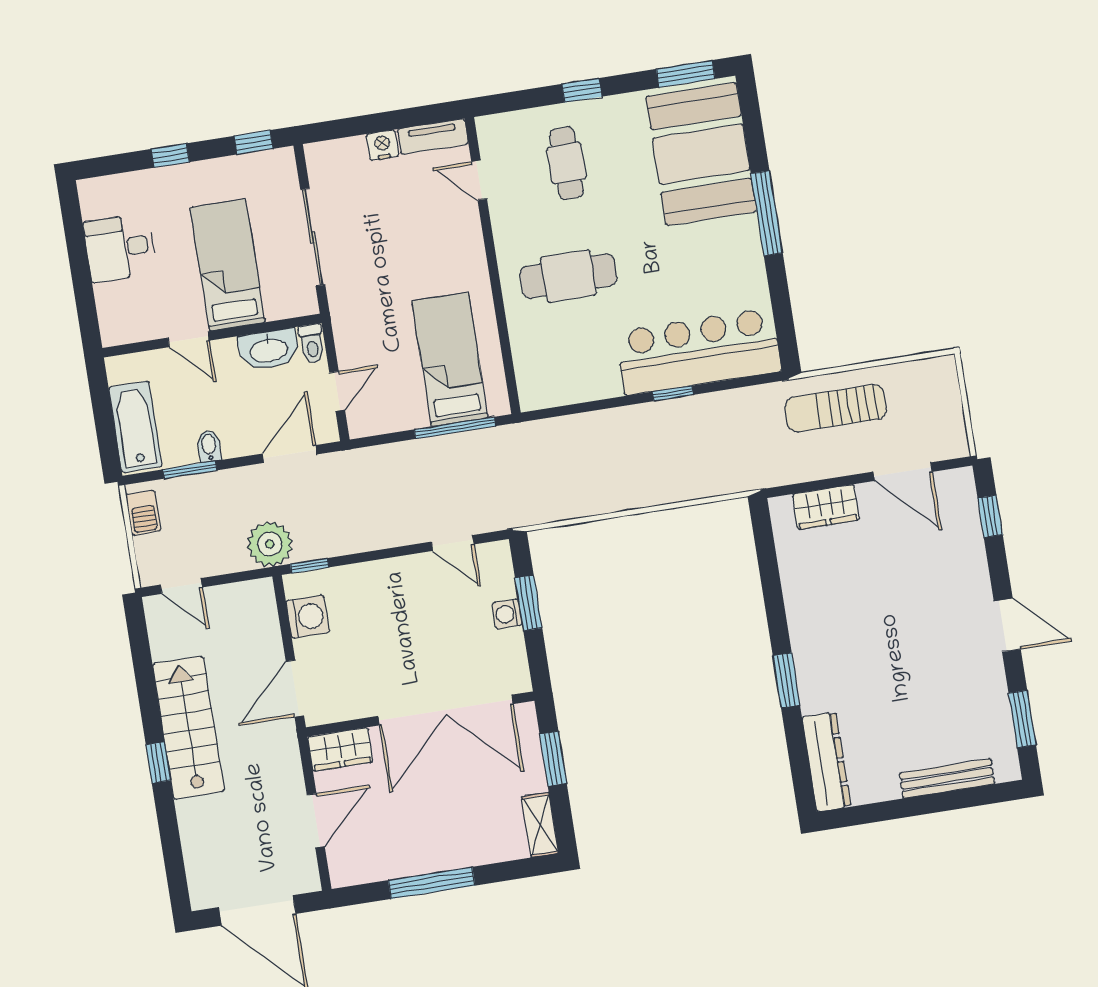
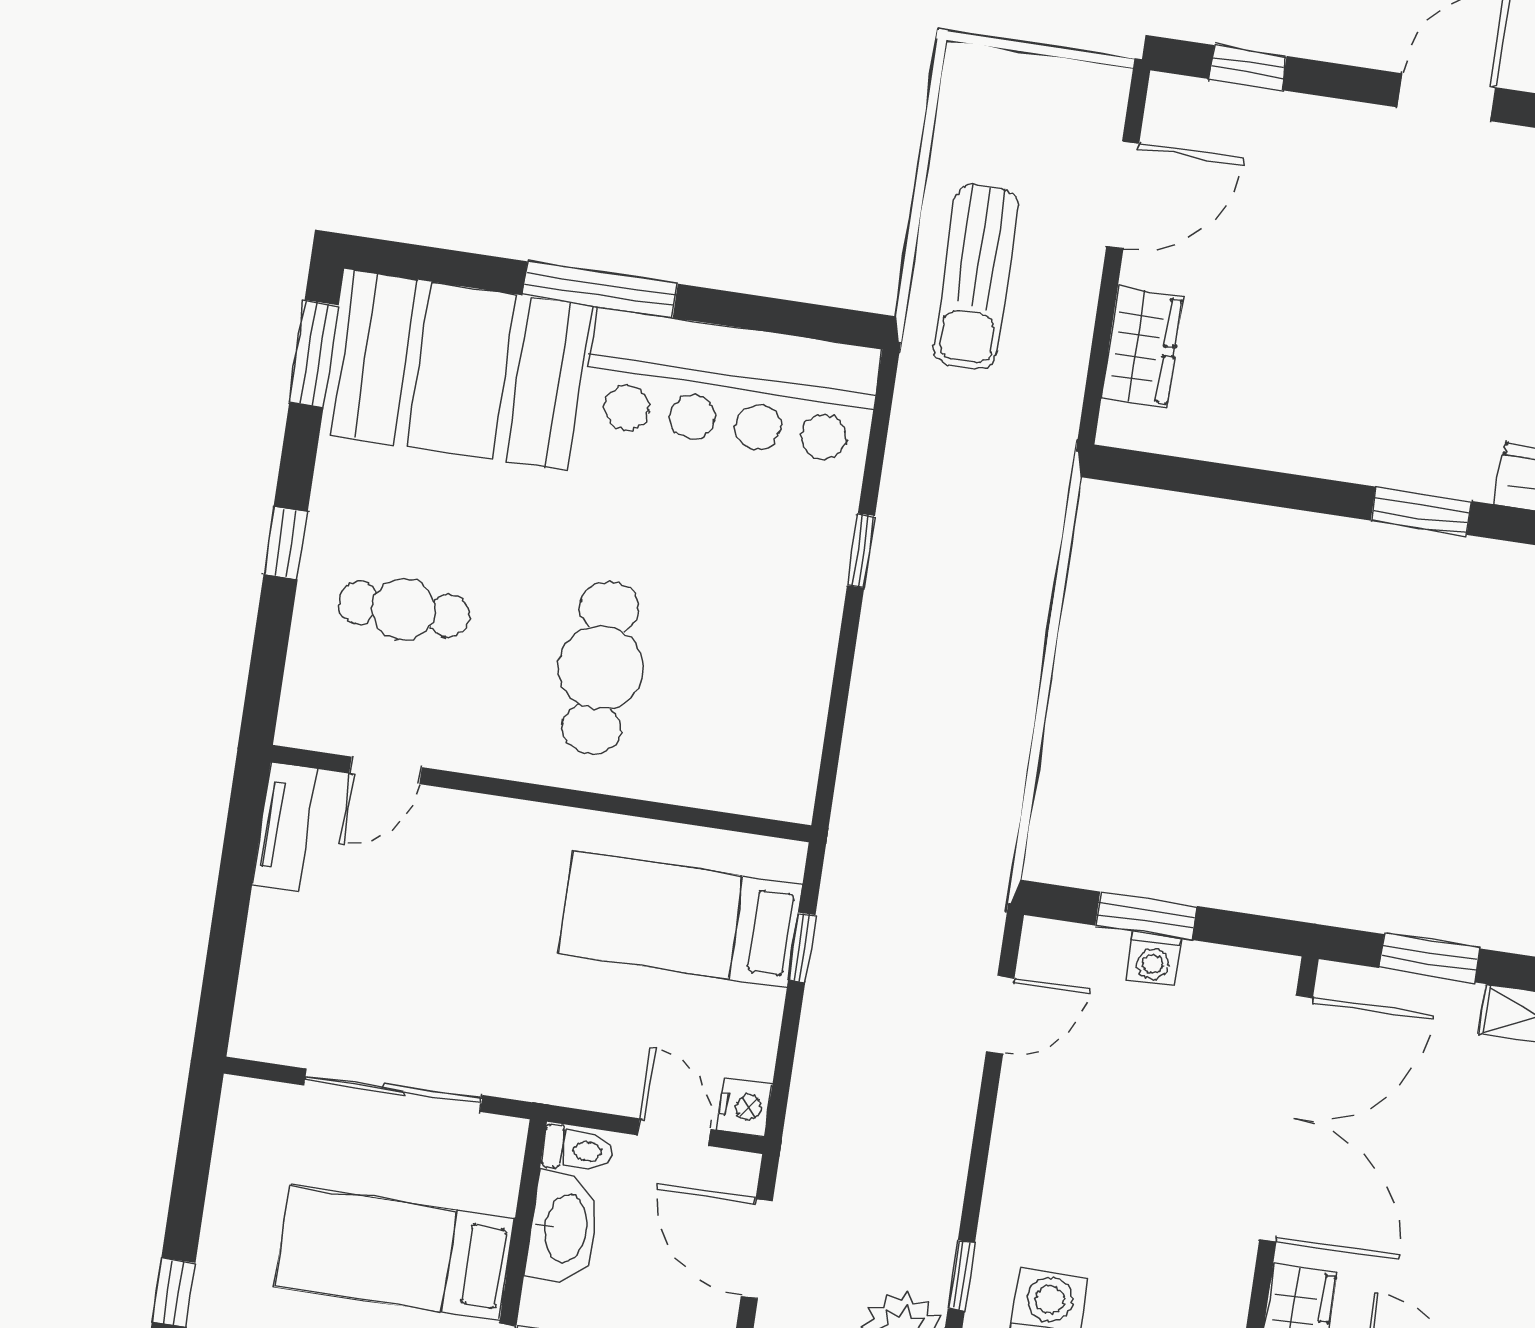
window: (254, 142) -> (196, 1141), removed
nightstand: (382, 145) -> (744, 1107), moved, turned 180
bar counter: (698, 352) -> (731, 386), moved, turned -90
window: (455, 428) -> (802, 948), width x0.46

